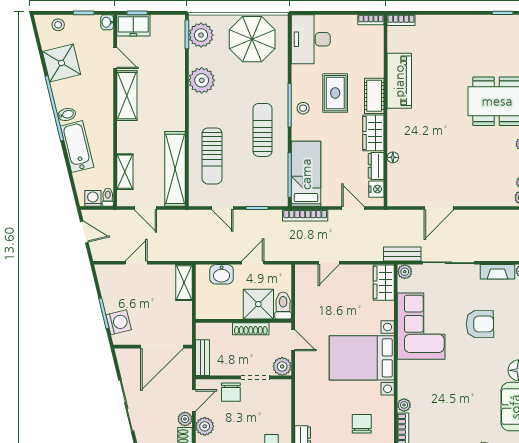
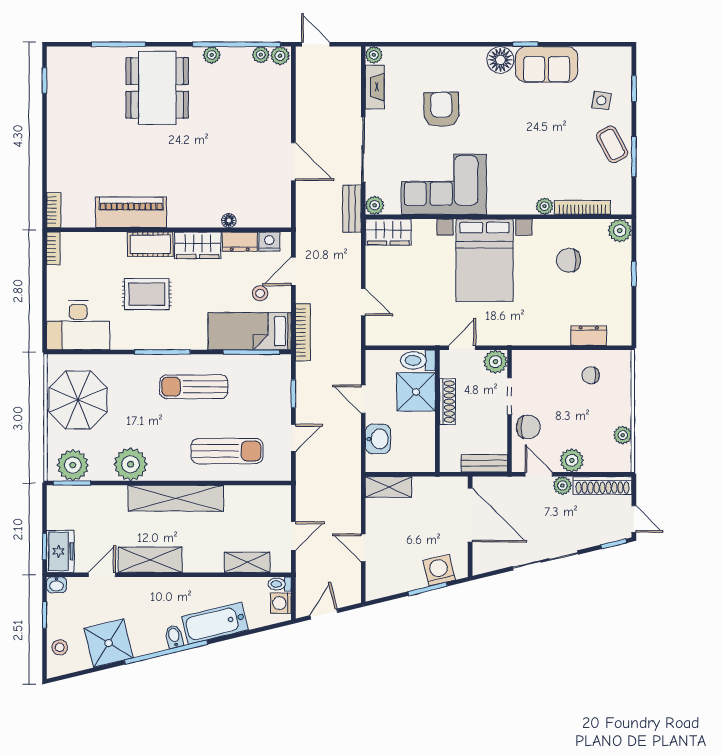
stool: (303, 108) -> (260, 293), moved
shelving: (175, 169) -> (176, 498), moved

